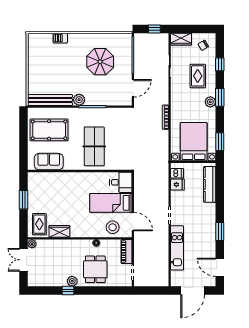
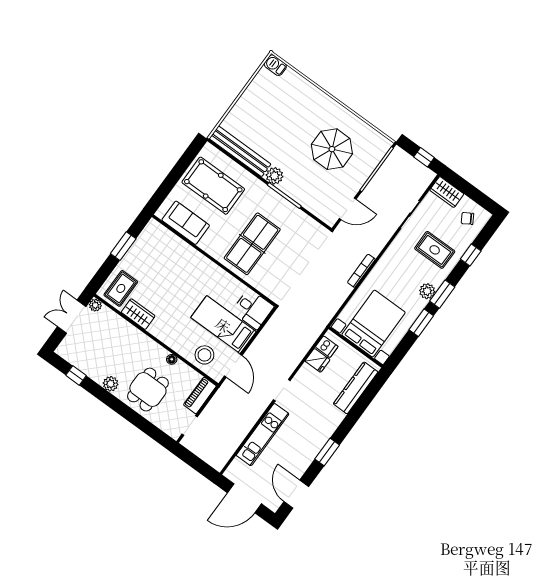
barbecue: (60, 38) -> (275, 65), moved
rug: (198, 76) -> (435, 250), turned 90
window: (220, 142) -> (421, 323), moved
window: (68, 291) -> (76, 375), moved

